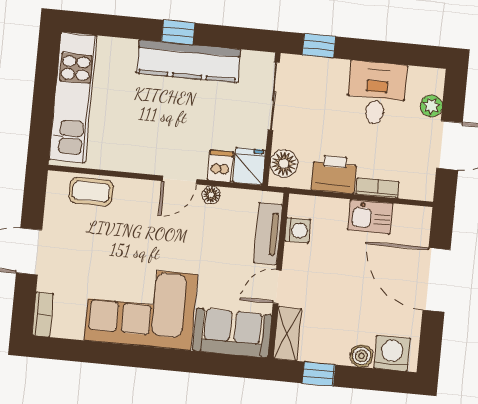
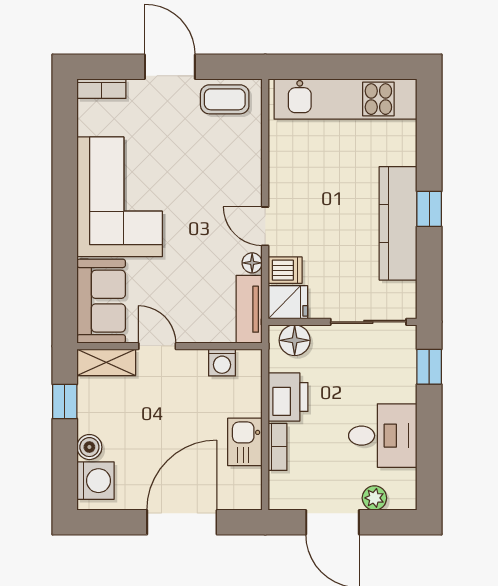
coffee table: (91, 192) -> (225, 99), moved, turned 90
tv unit: (268, 234) -> (249, 309), moved, turned -90

